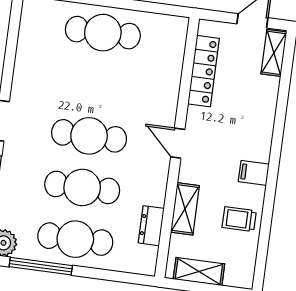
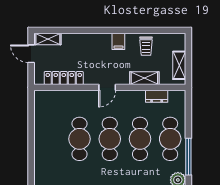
cafe table: (103, 33) -> (80, 139), moved

